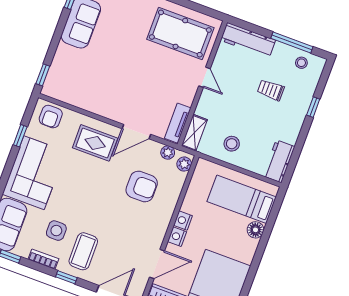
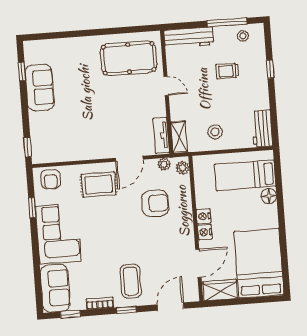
side table: (56, 231) -> (100, 274), removed

